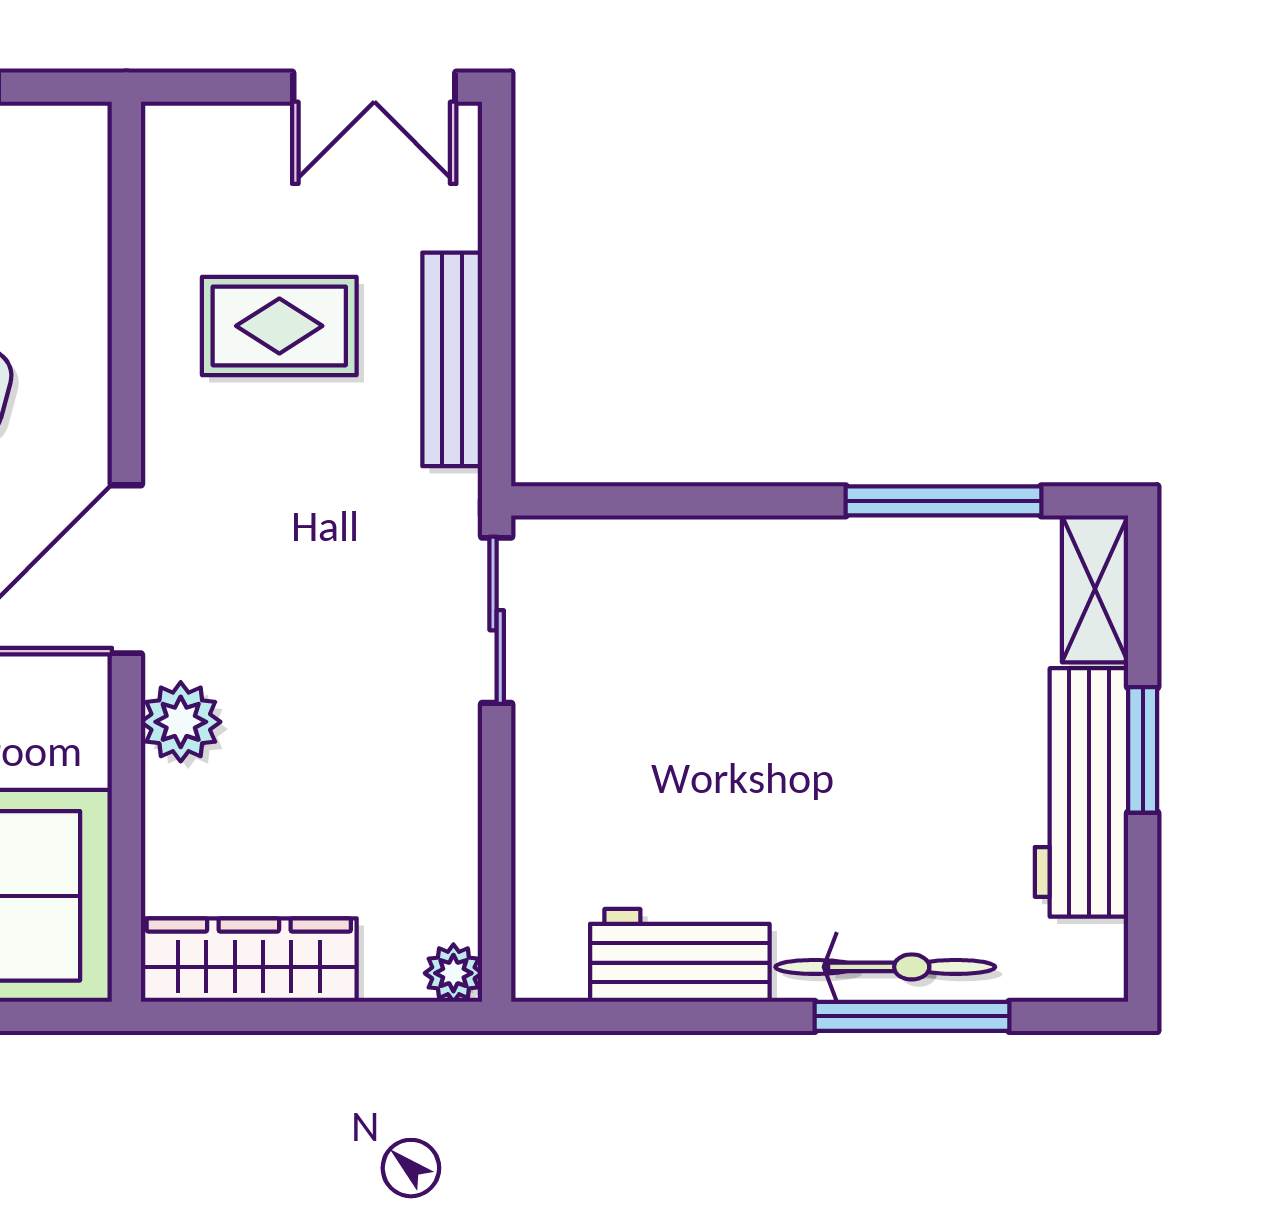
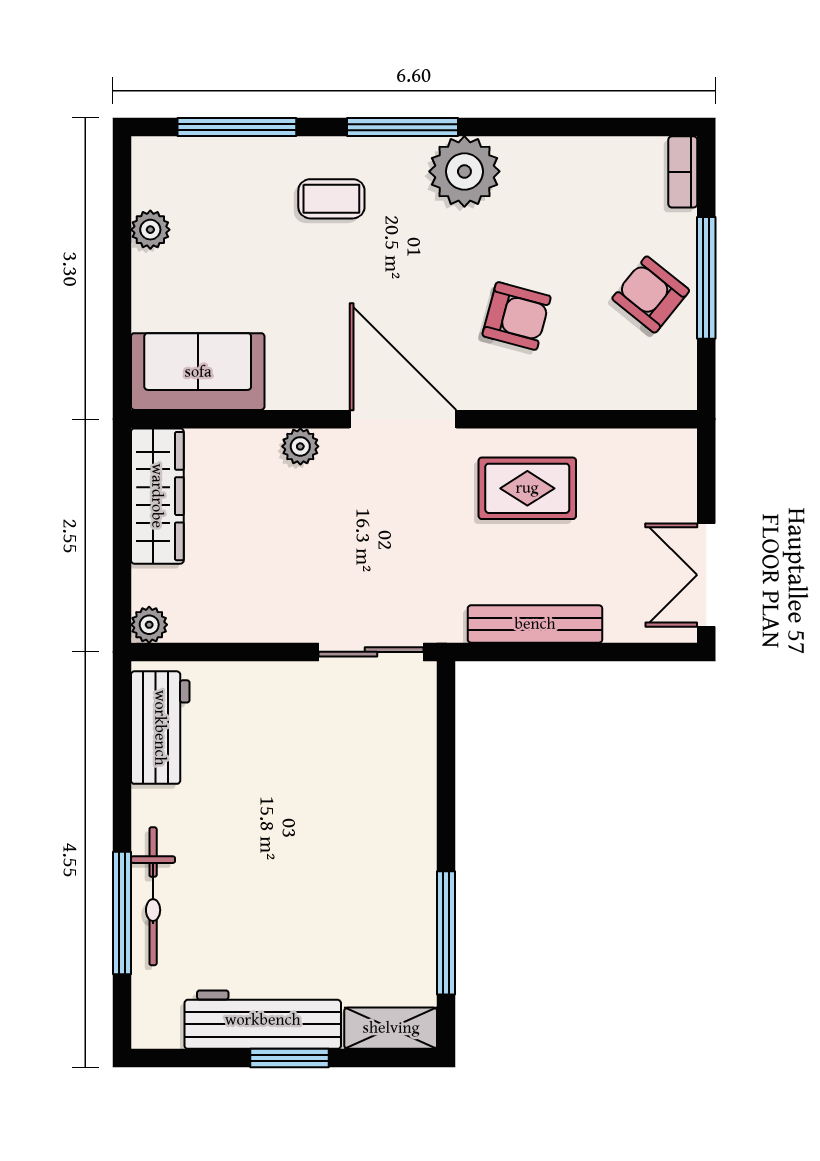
rug: (279, 326) -> (527, 488), moved, turned 90
plant: (181, 722) -> (300, 446), width x0.73, depth x0.73
workbench: (680, 955) -> (160, 728), moved

